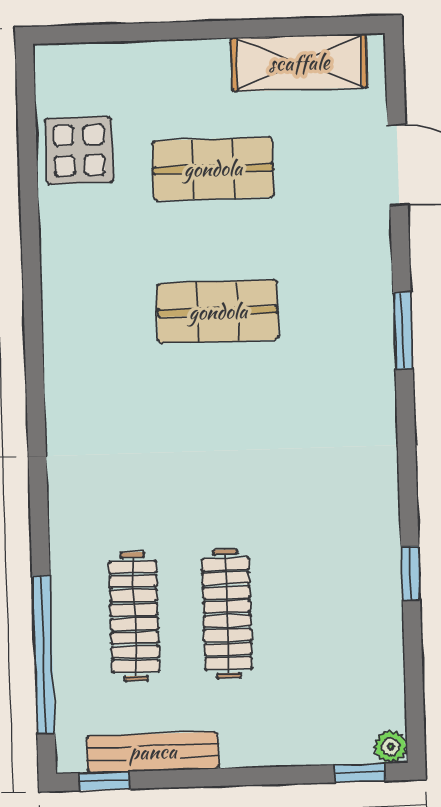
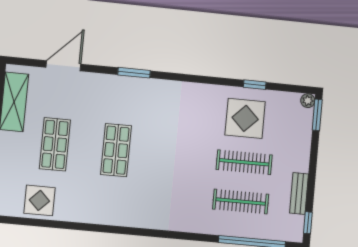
window: (411, 573) -> (255, 85), moved
display table: (330, 603) -> (245, 118), added
bench: (153, 752) -> (299, 193), width x0.73
window: (360, 773) -> (317, 115), width x1.50

